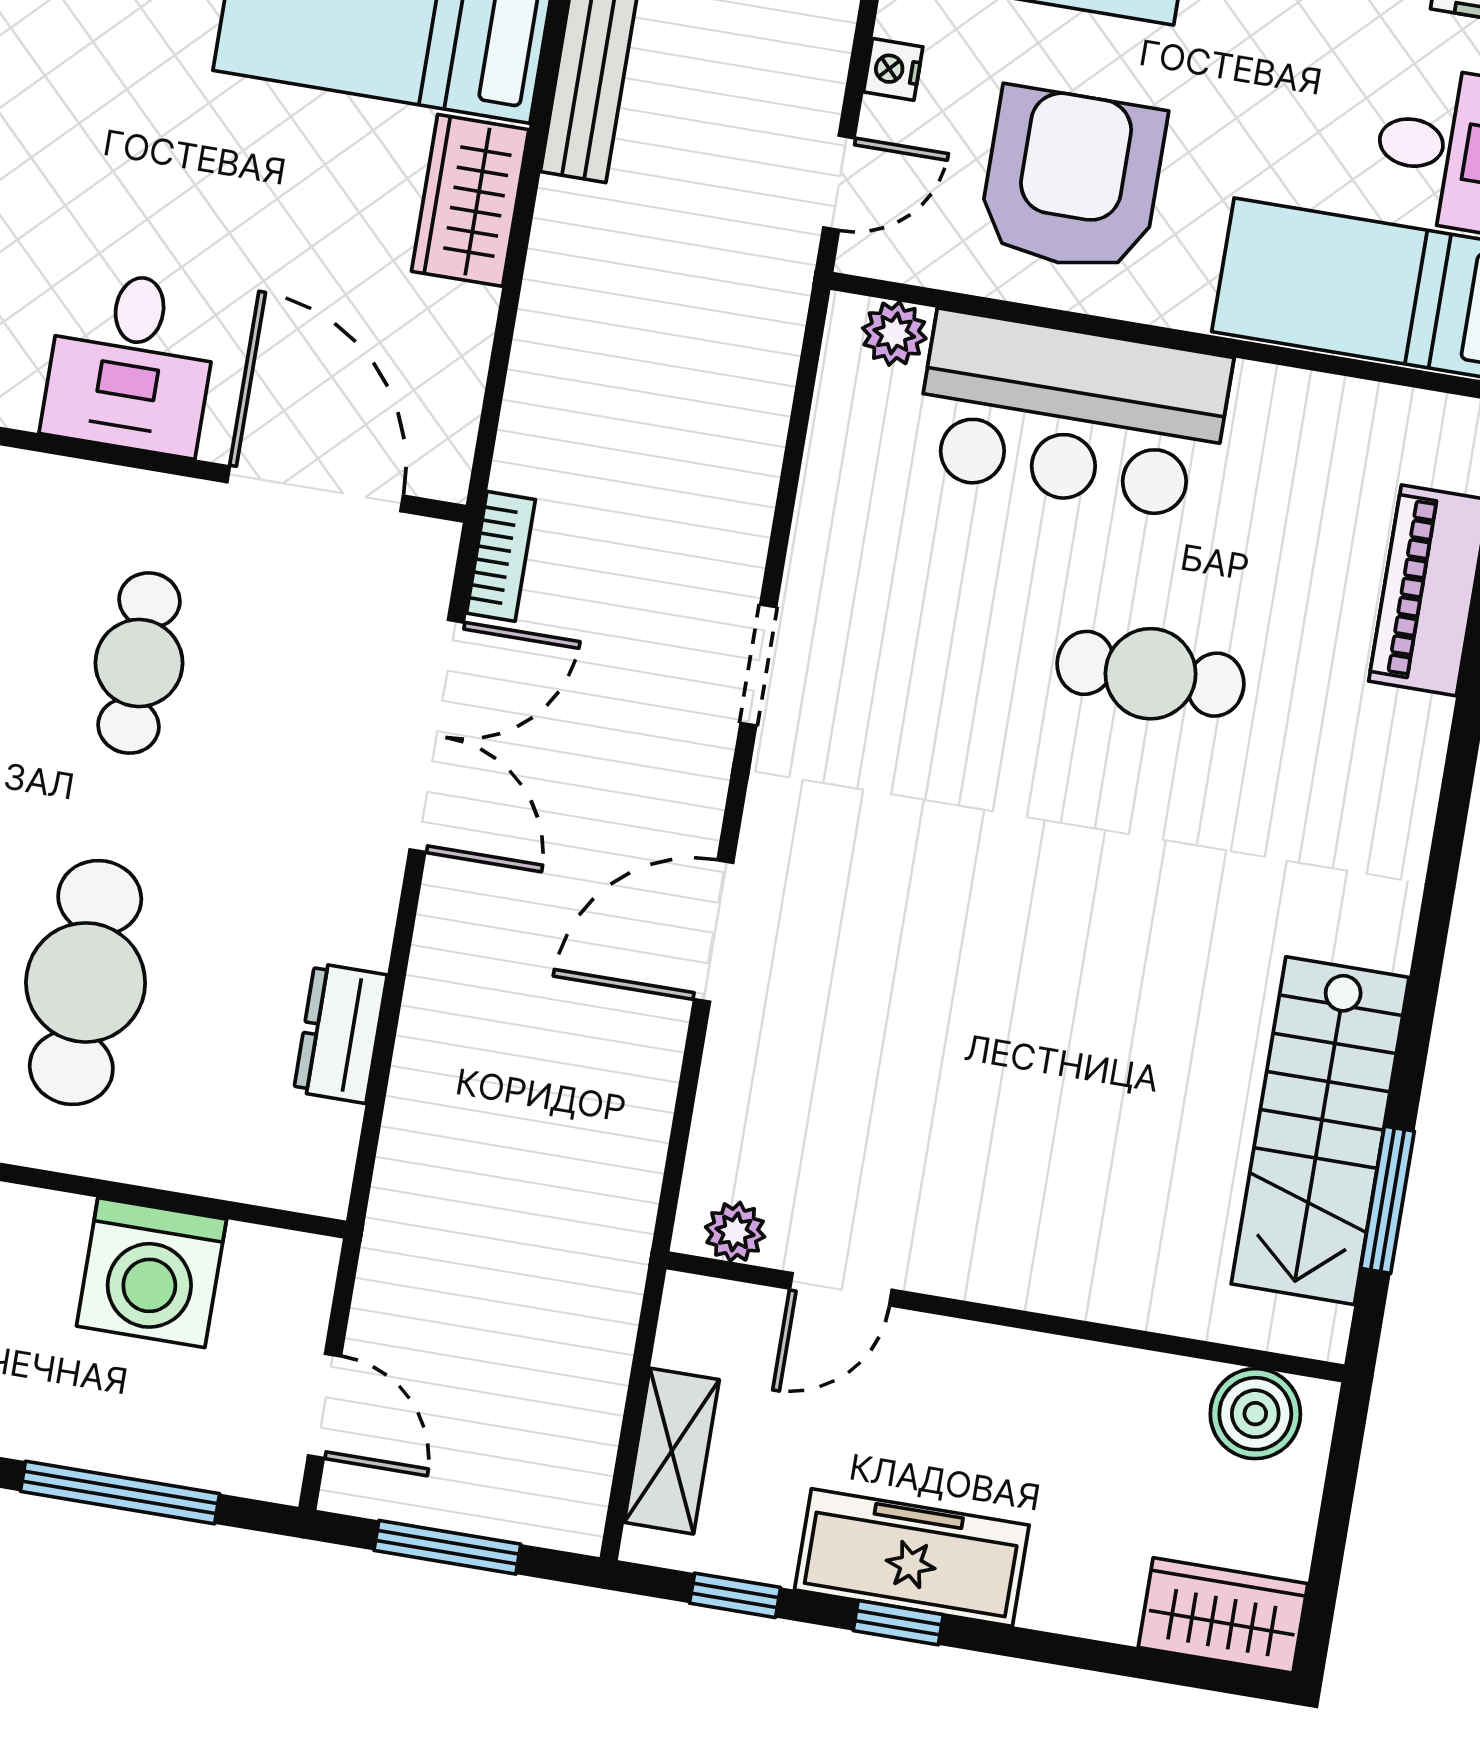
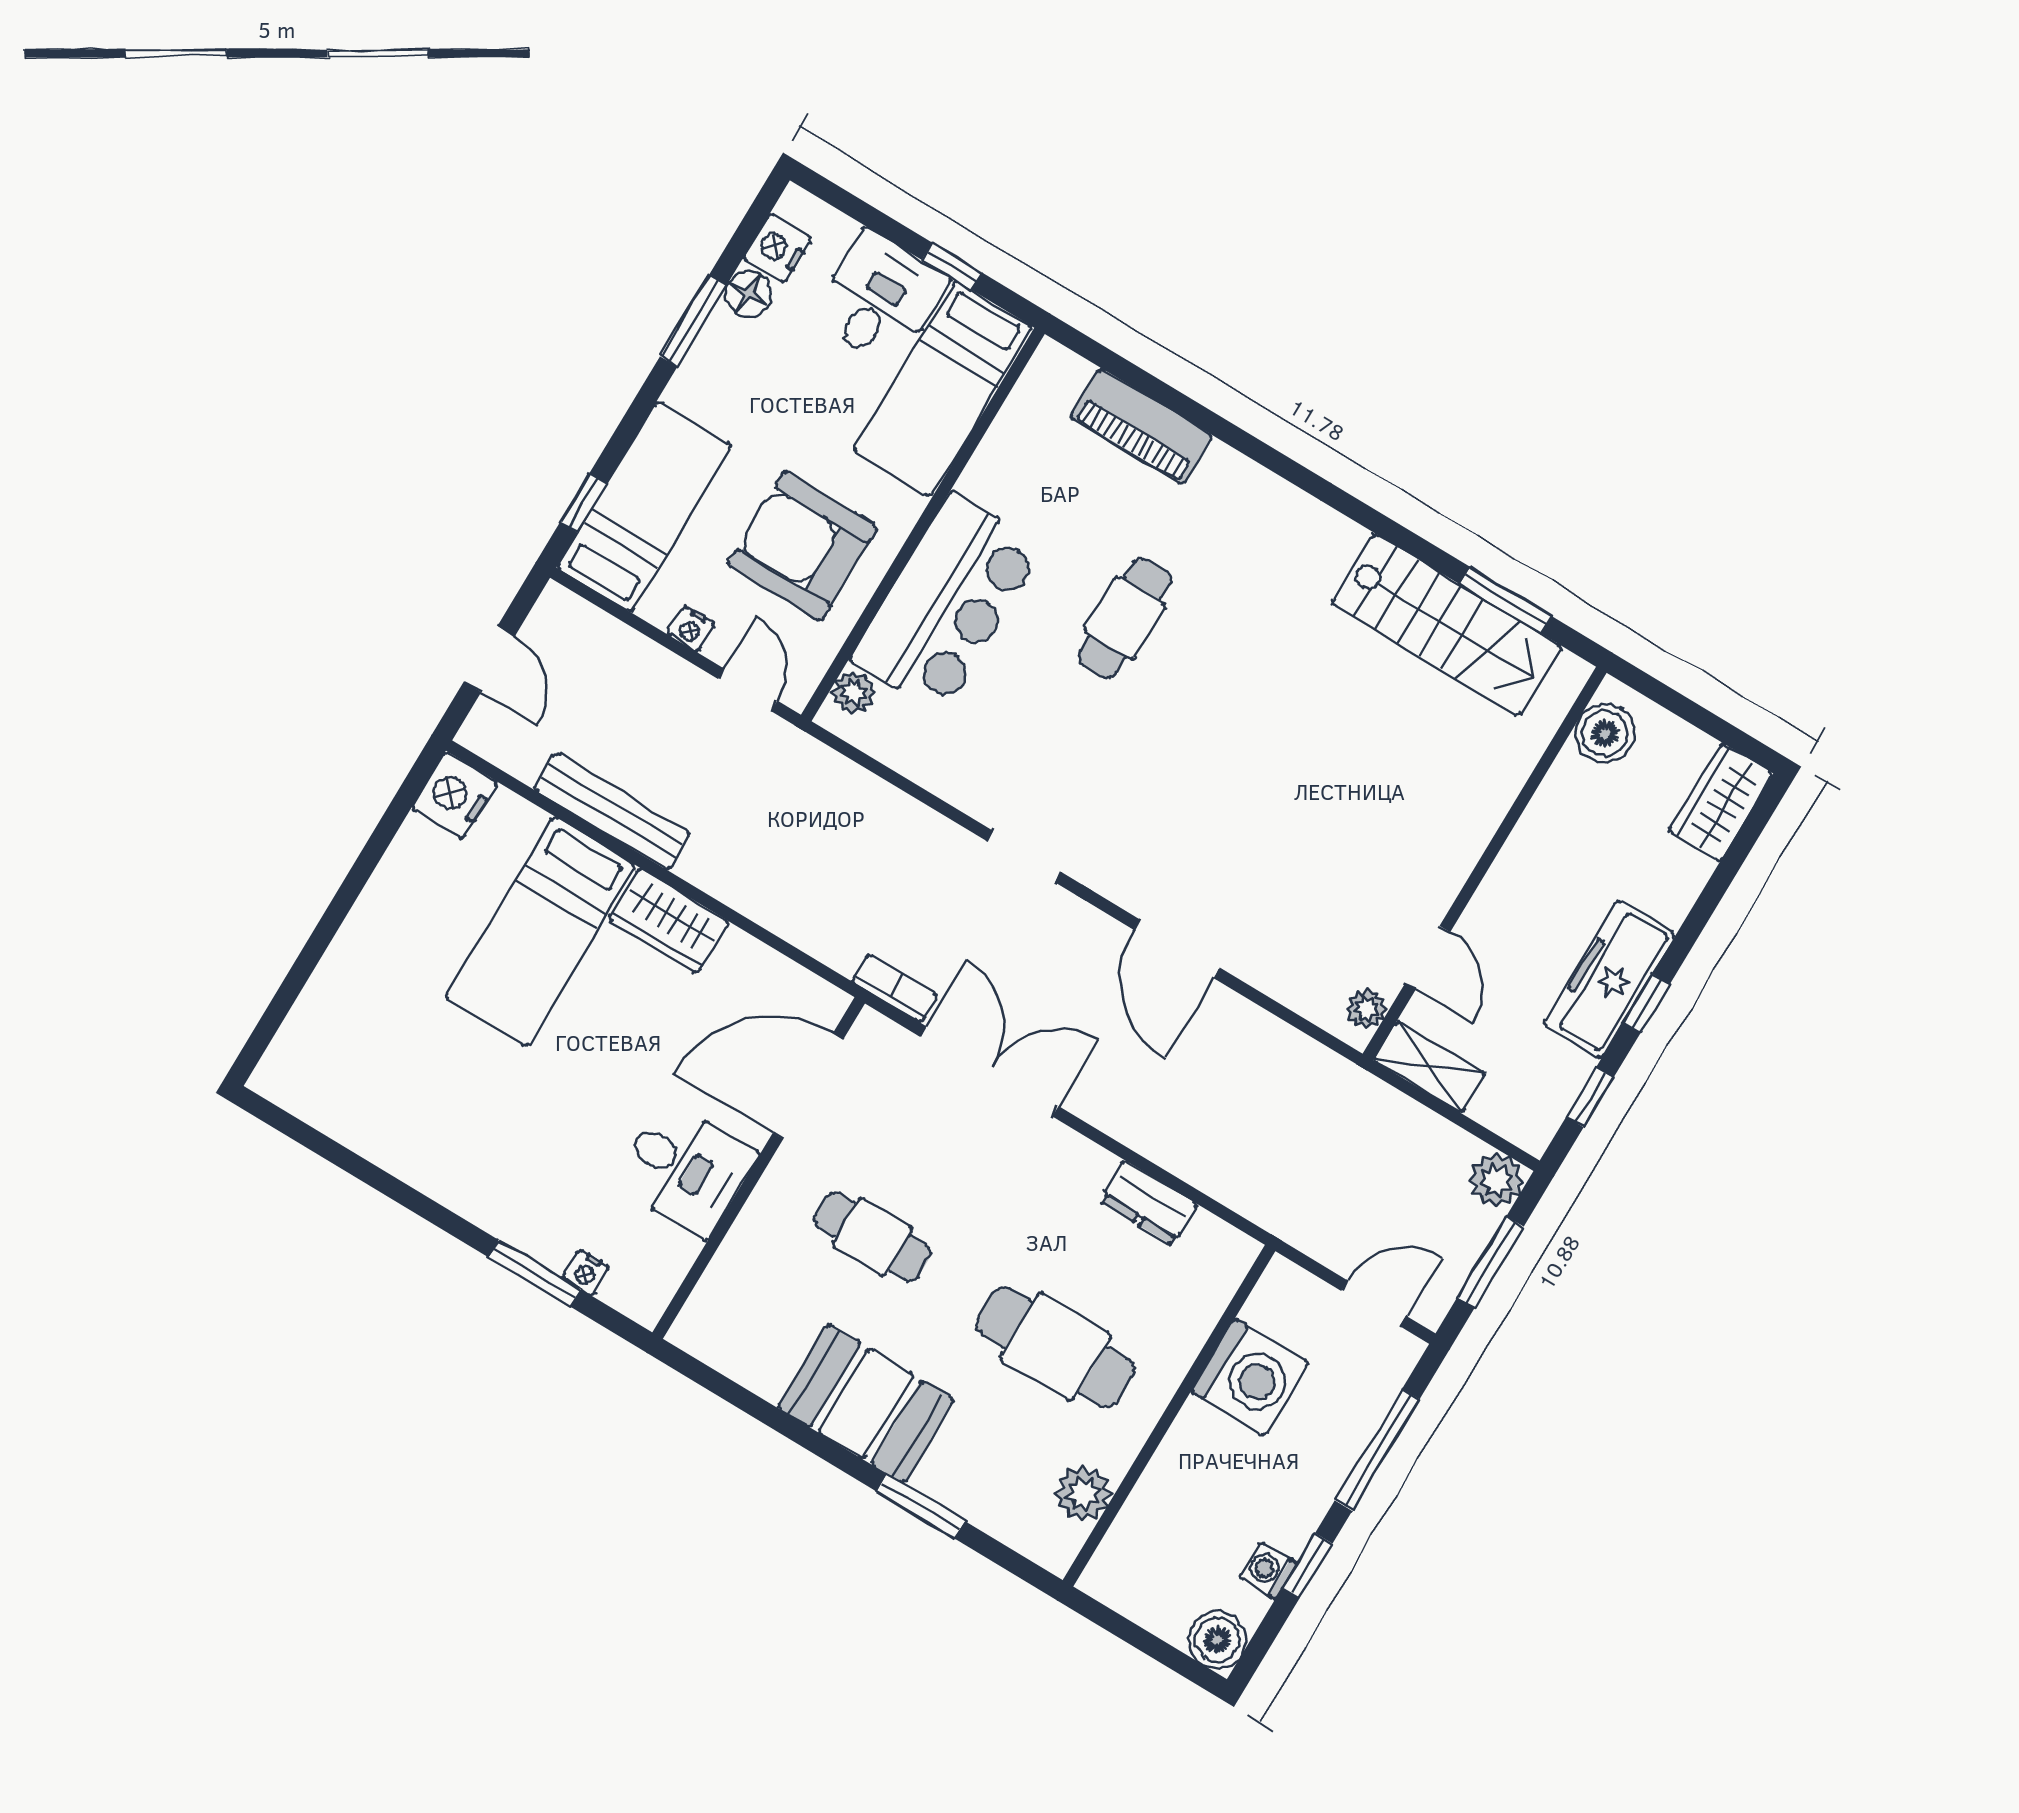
shelving: (672, 1451) -> (1429, 1067), moved
plant: (566, 1510) -> (1497, 1180), added

